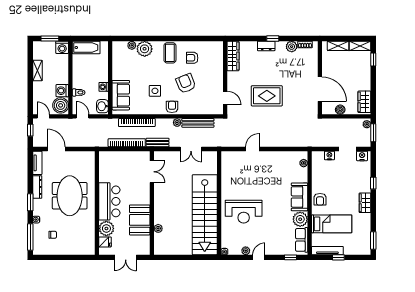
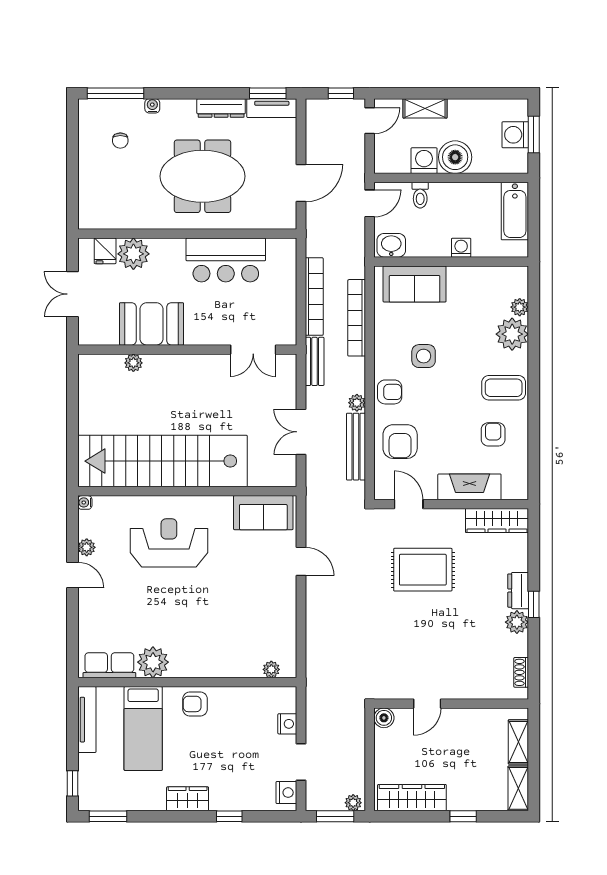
washing machine: (62, 47) -> (515, 135), moved
plant: (292, 47) -> (517, 622), moved
window: (373, 59) -> (463, 816), moved
fireplace: (217, 69) -> (469, 487), added
shelving: (37, 71) -> (425, 108), moved
armchair: (186, 83) -> (400, 442), moved, turned 112
washing machine: (104, 87) -> (461, 248), moved
door: (320, 89) -> (427, 704), width x0.53
rug: (267, 96) -> (423, 570), moved, turned 90
door: (225, 98) -> (409, 504), swing flipped
wardrobe: (364, 102) -> (412, 798), width x1.50
boiler: (61, 105) -> (455, 157), moved
boiler: (340, 110) -> (384, 718), moved
door: (56, 149) -> (301, 183), moved
sofa: (299, 197) -> (263, 513), moved, turned 180
bar counter: (109, 201) -> (226, 260), moved
window: (30, 202) -> (268, 93), moved
reception desk: (244, 212) -> (169, 543), turned 90
window: (290, 257) -> (73, 642), removed
window: (338, 257) -> (73, 783), moved

